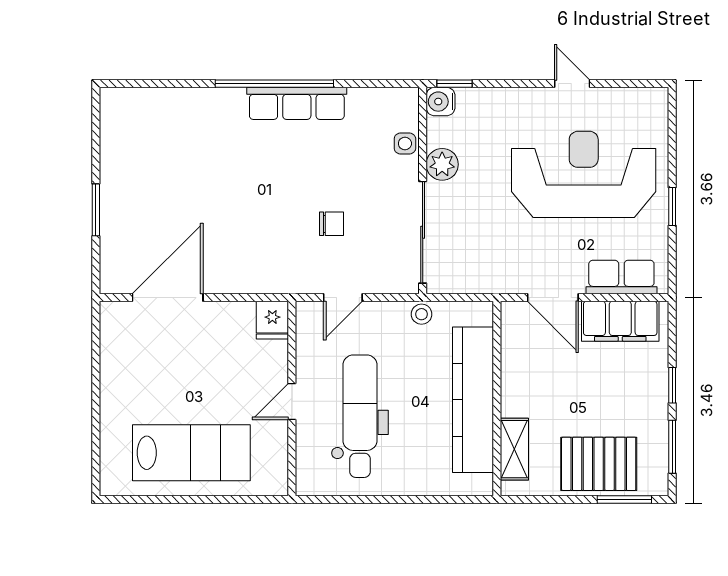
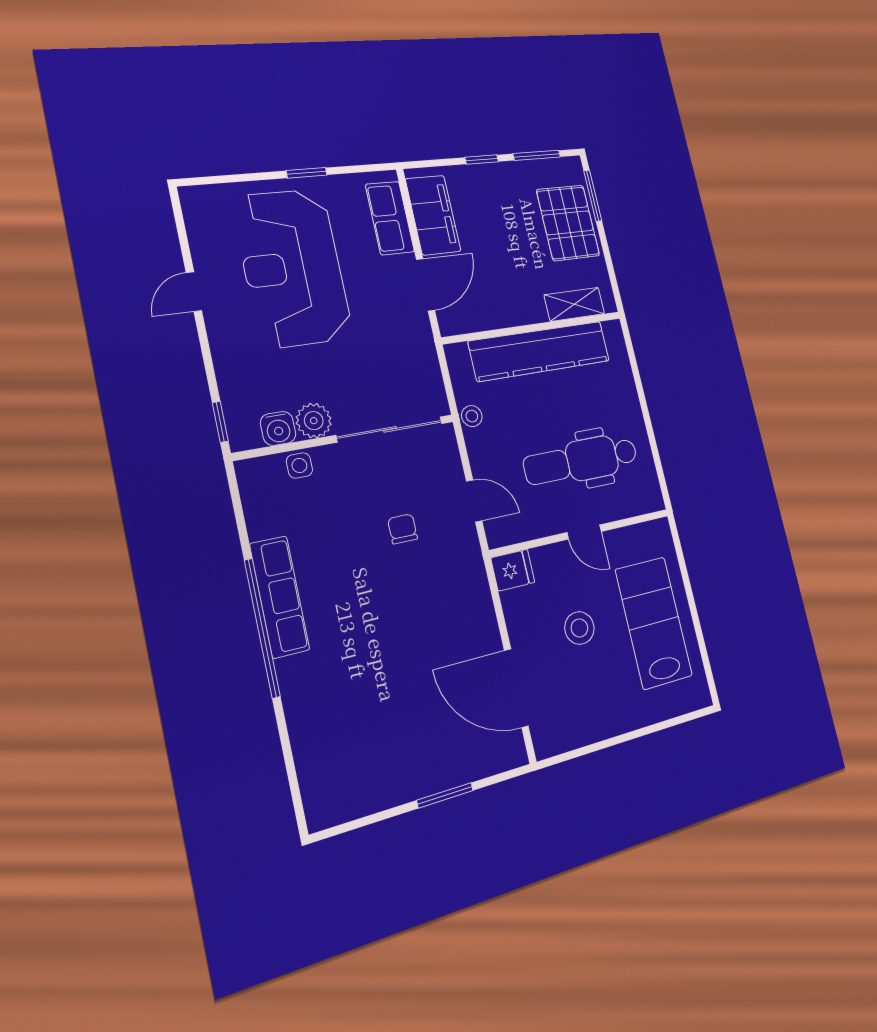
water cooler: (441, 102) -> (278, 428), moved
stool: (205, 374) -> (579, 628), added

